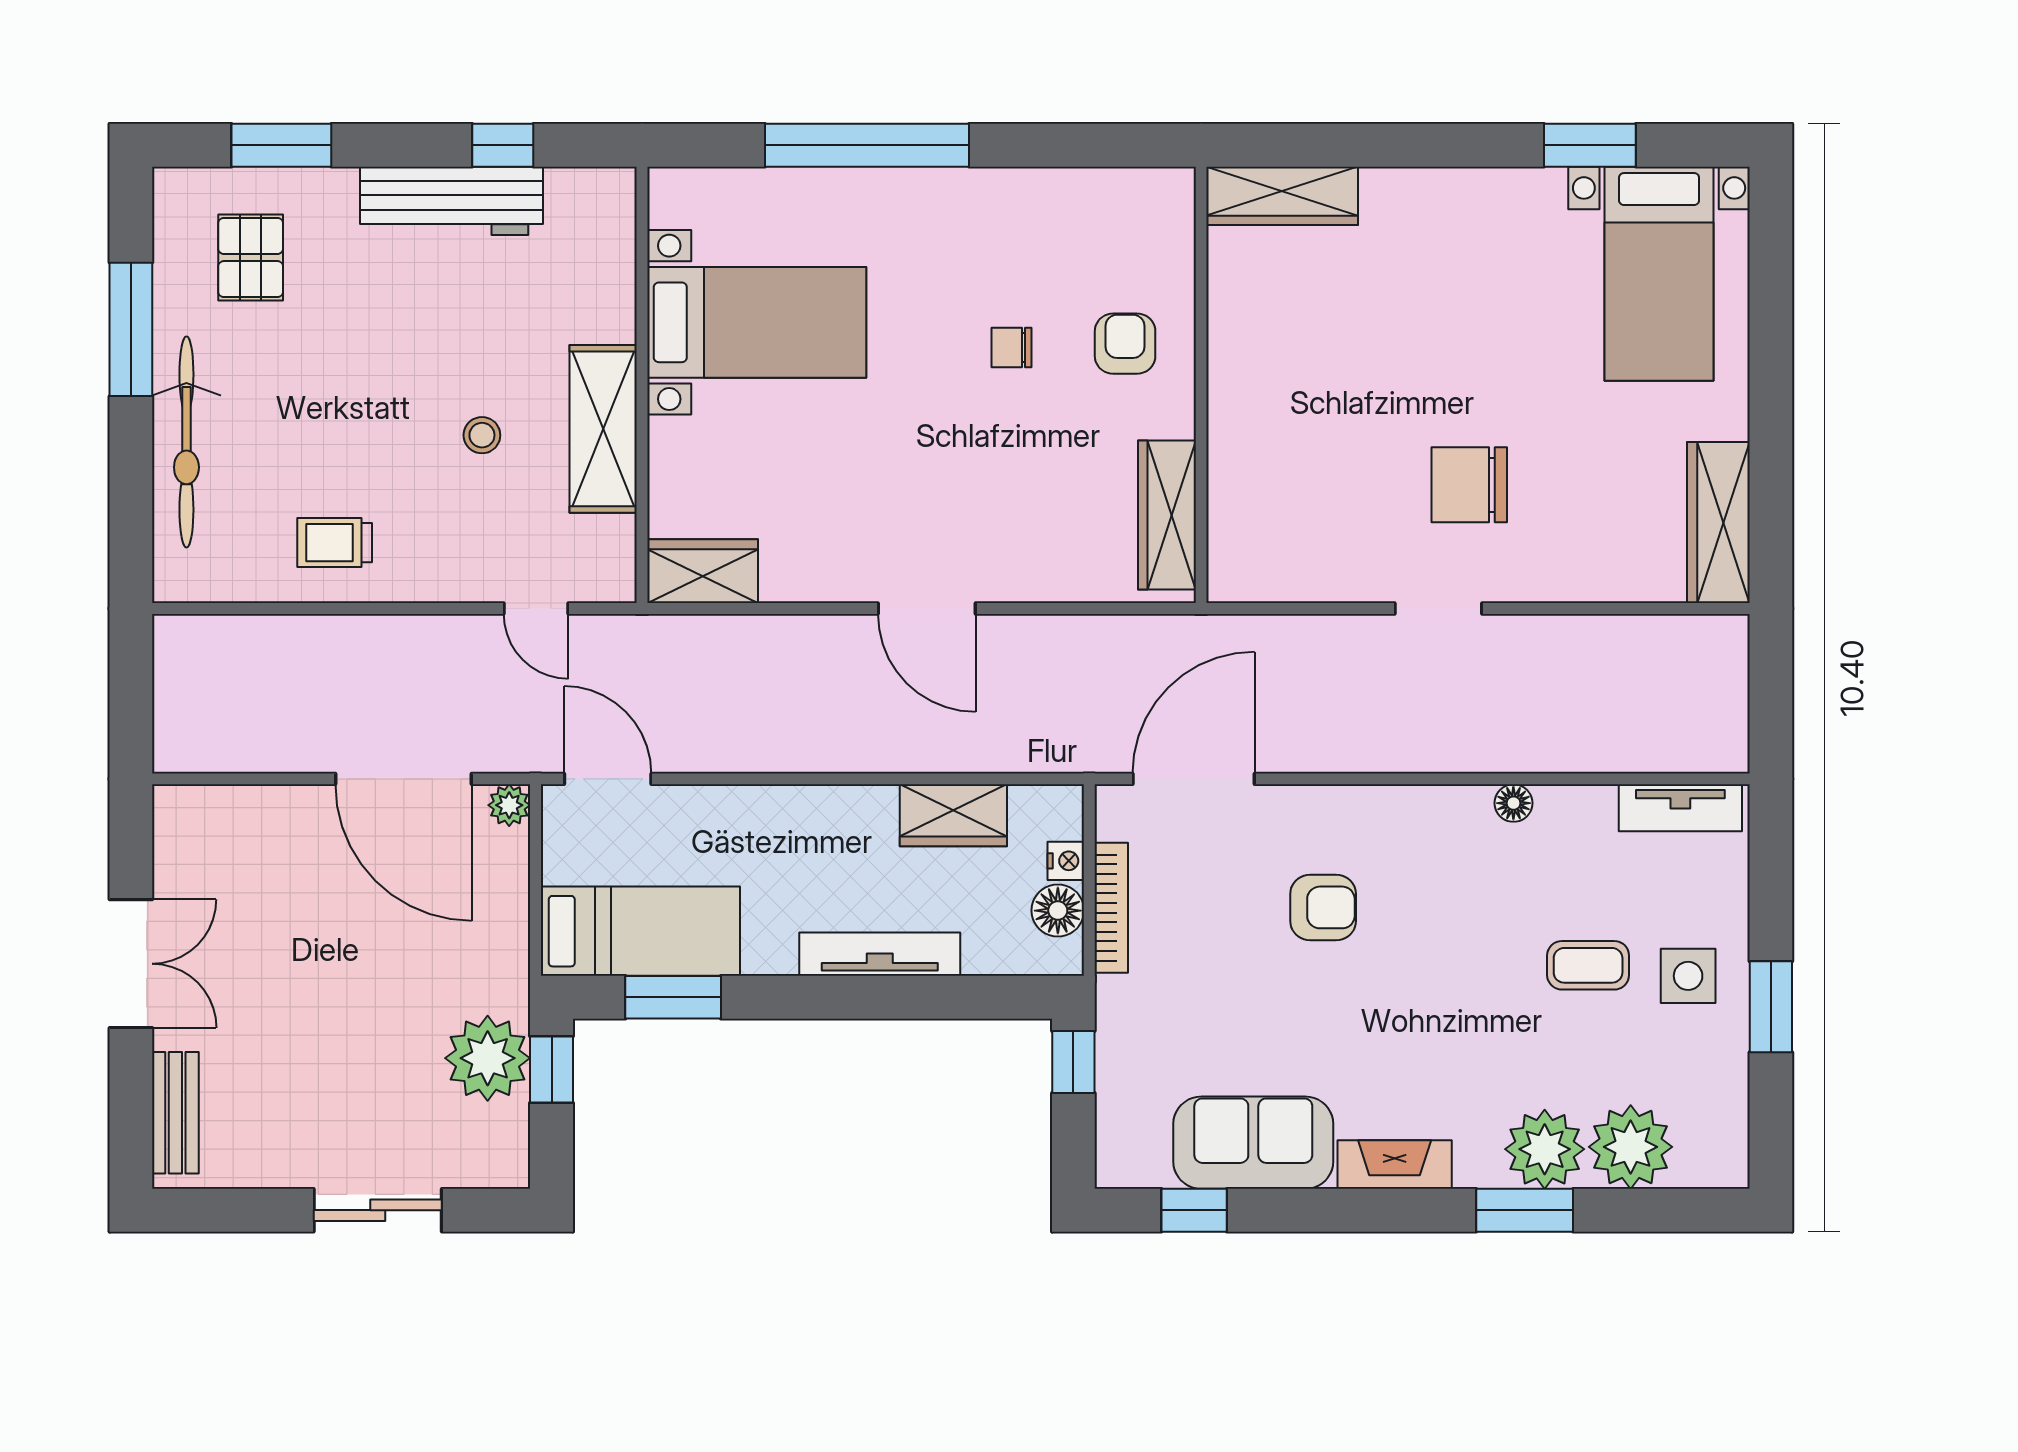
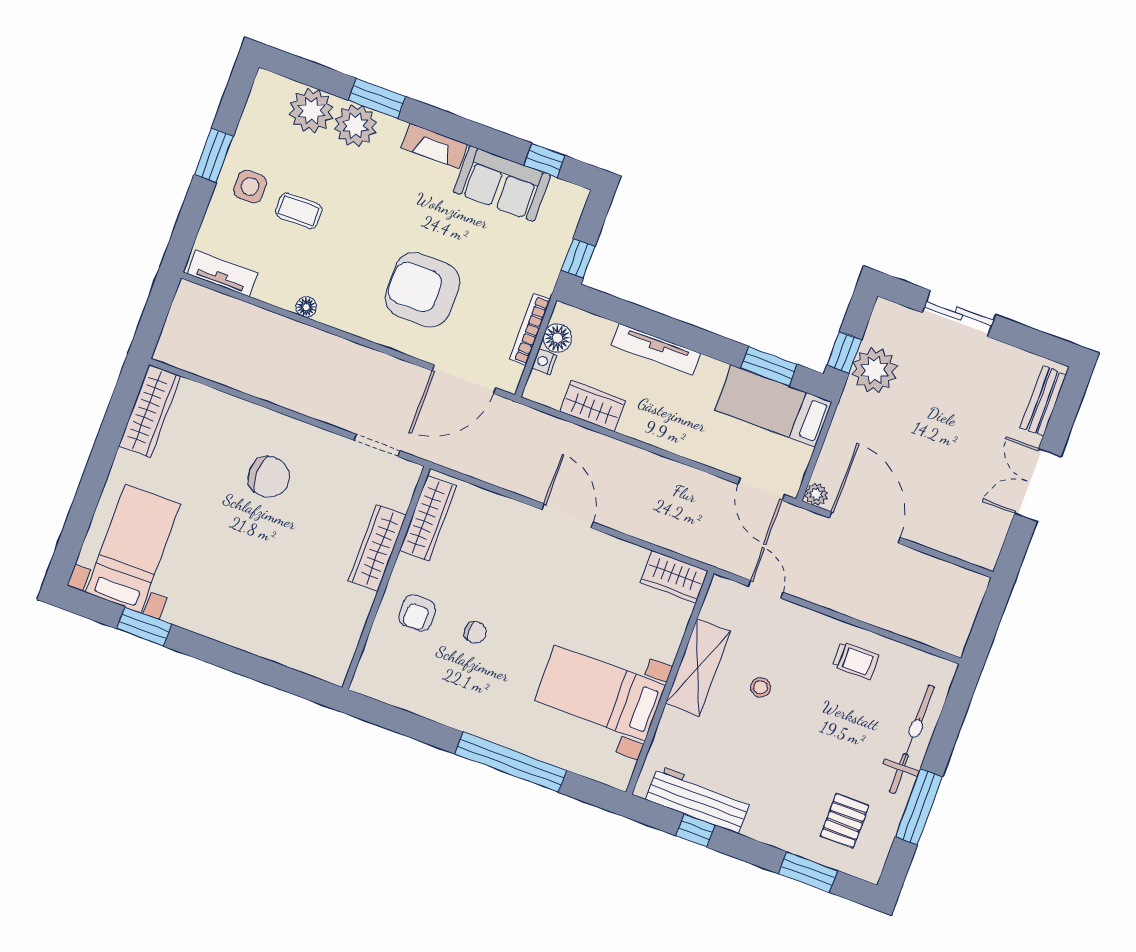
wardrobe: (1282, 196) -> (377, 548), moved, turned -90
workbench: (451, 201) -> (698, 799), moved
doorway: (1438, 609) -> (377, 446), moved
armchair: (1323, 907) -> (422, 290), width x1.88, depth x1.88

